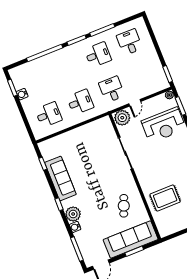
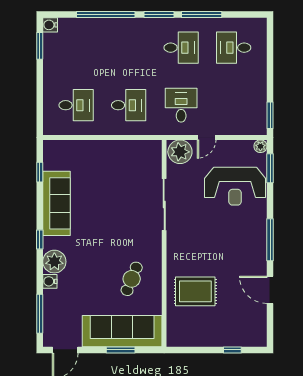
desk: (129, 42) -> (234, 48), turned -90
water cooler: (22, 94) -> (50, 25), moved

